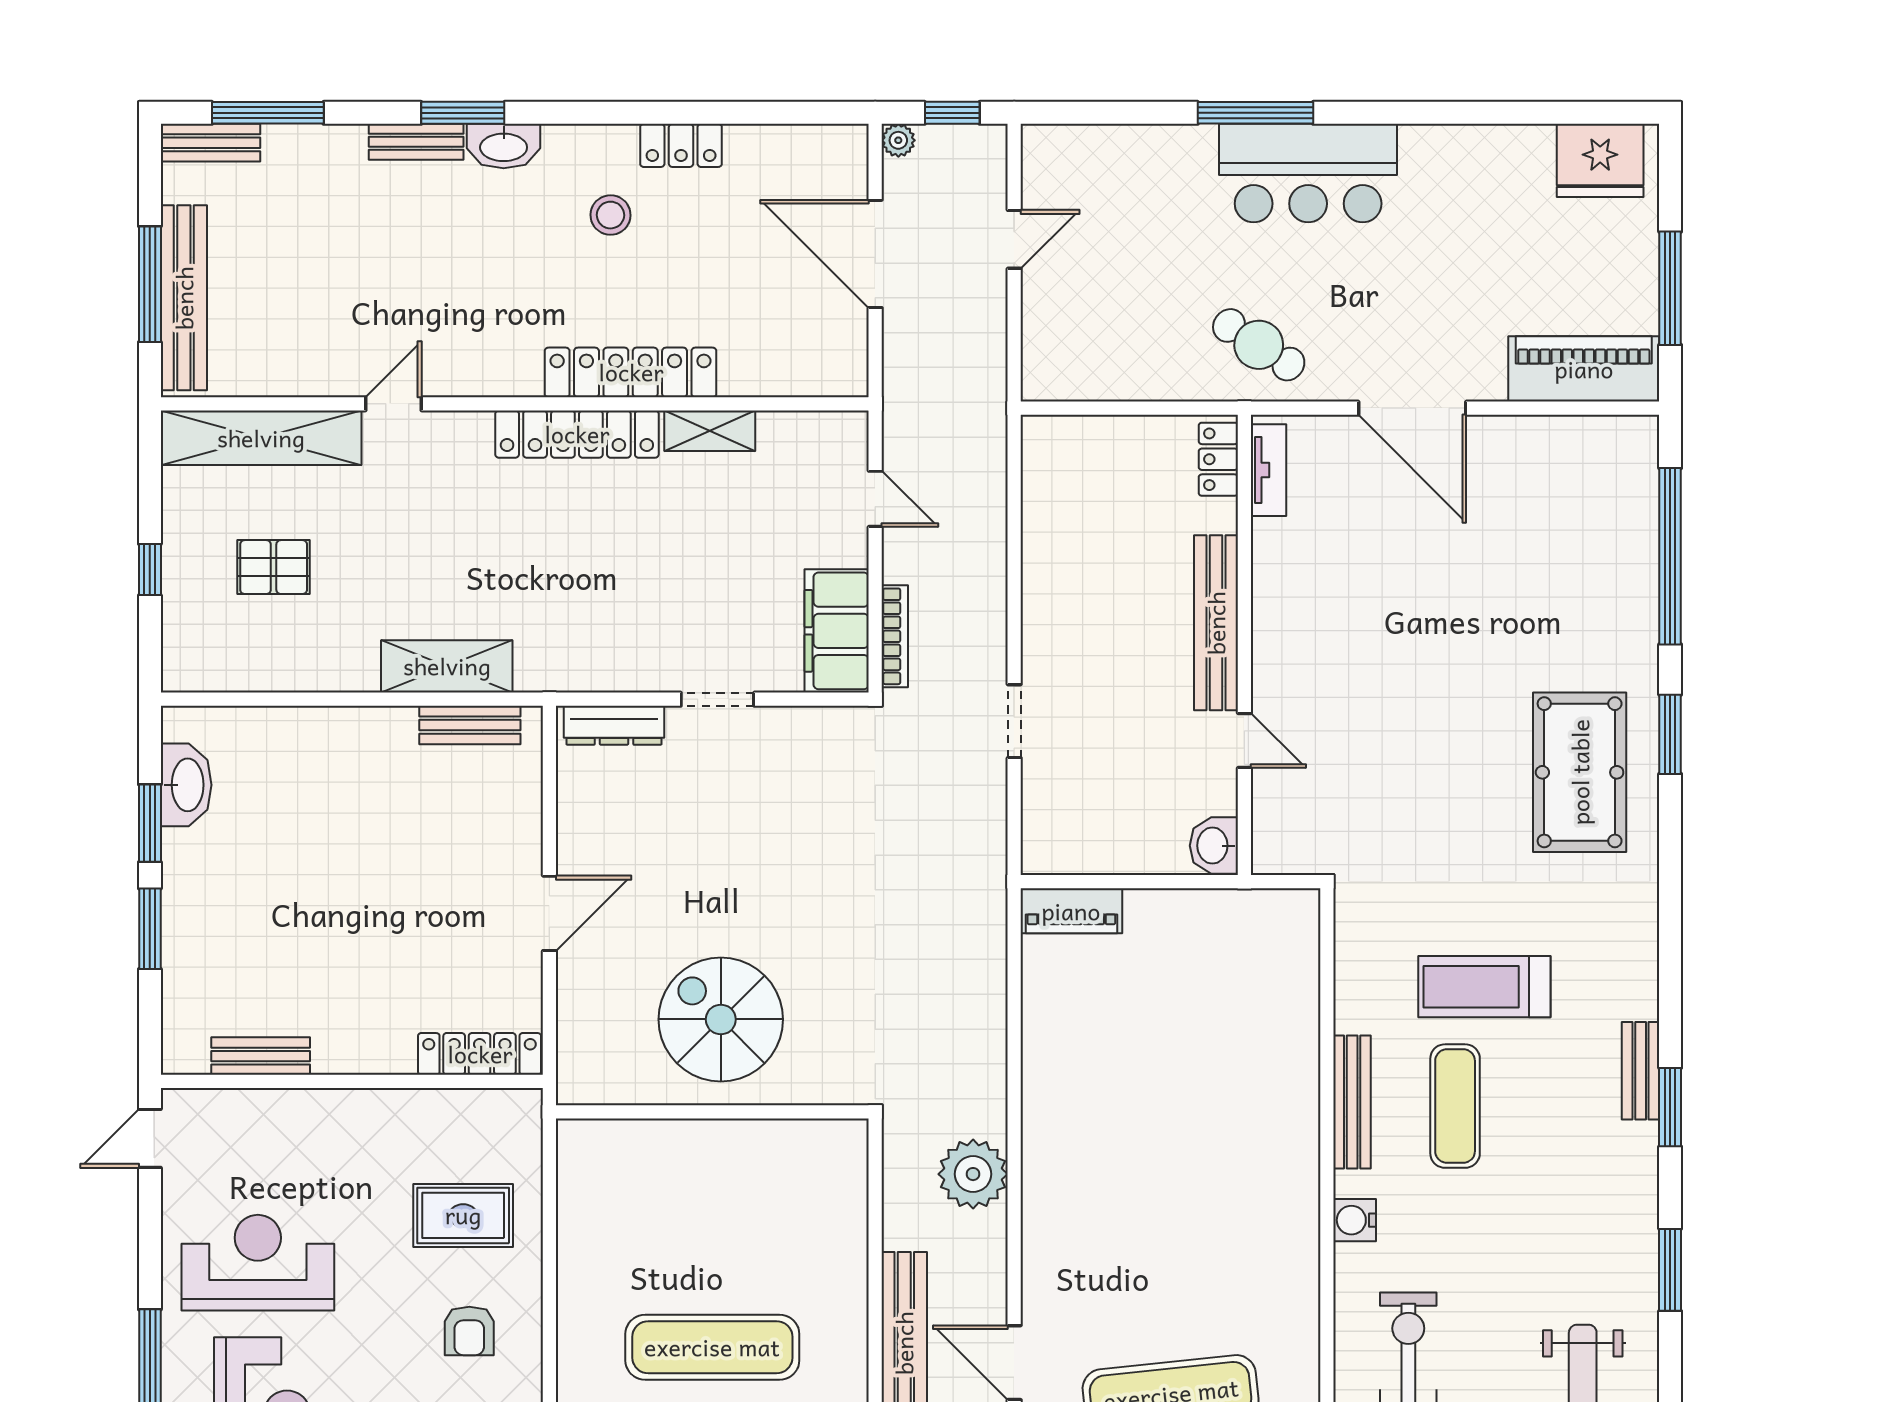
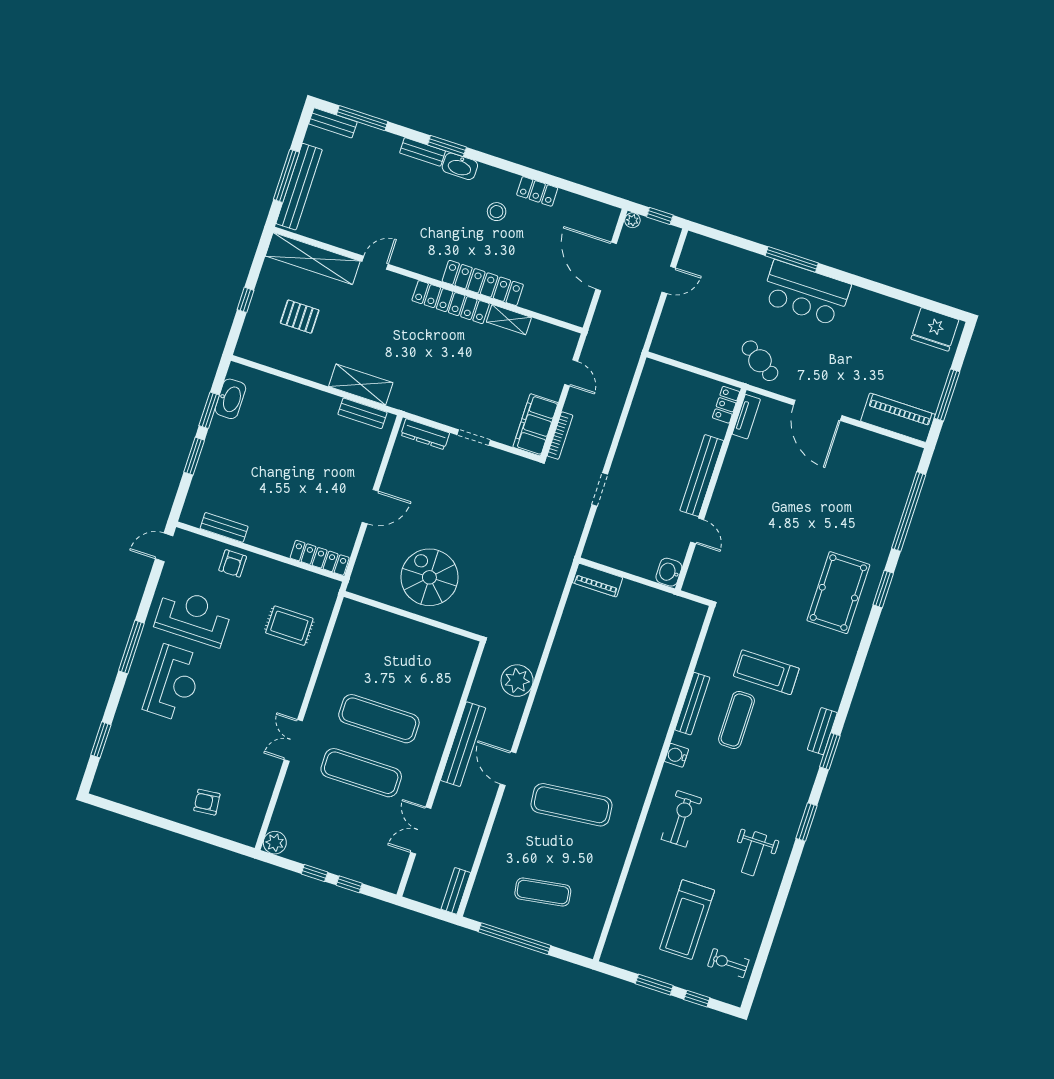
armchair: (469, 1331) -> (233, 563), moved

